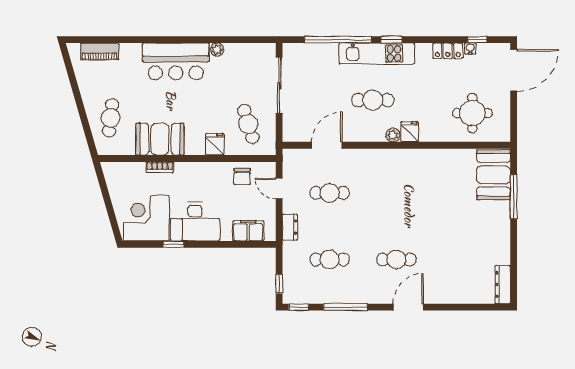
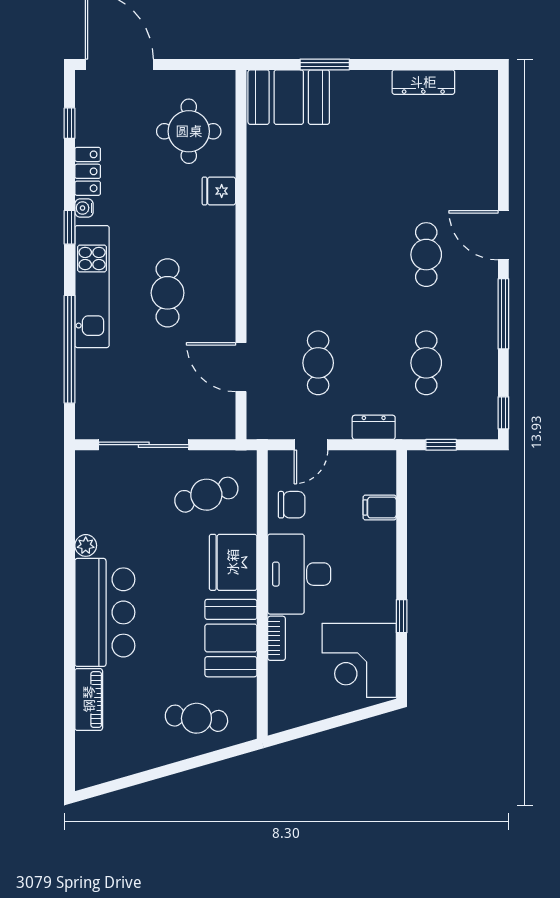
window: (392, 40) -> (69, 227), moved
water cooler: (470, 49) -> (84, 208), moved
piano: (100, 51) -> (89, 699), moved
fridge: (410, 132) -> (219, 191), moved
plant: (393, 135) -> (224, 260), removed
fridge: (215, 144) -> (233, 562), width x1.88, depth x1.34
window: (514, 197) -> (325, 64), width x0.69
desk: (195, 222) -> (299, 574), moved, turned 180
filing cabinet: (248, 231) -> (380, 507), width x0.50
window: (279, 284) -> (441, 445), moved
dresser: (503, 284) -> (423, 82), moved
window: (345, 307) -> (503, 314), moved

